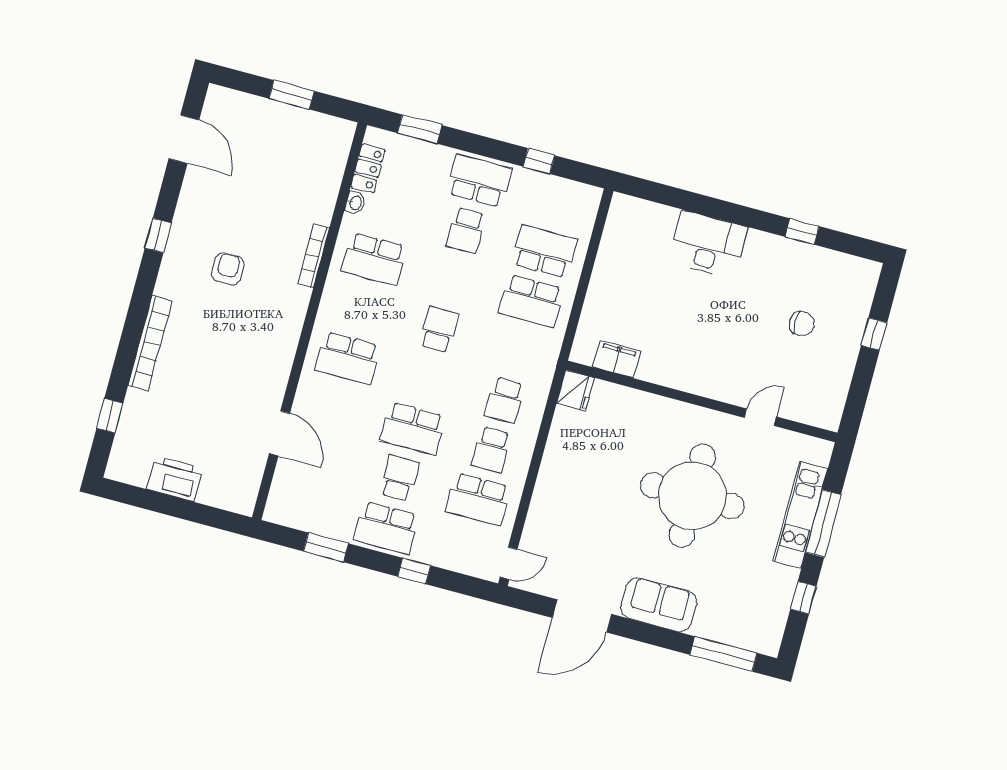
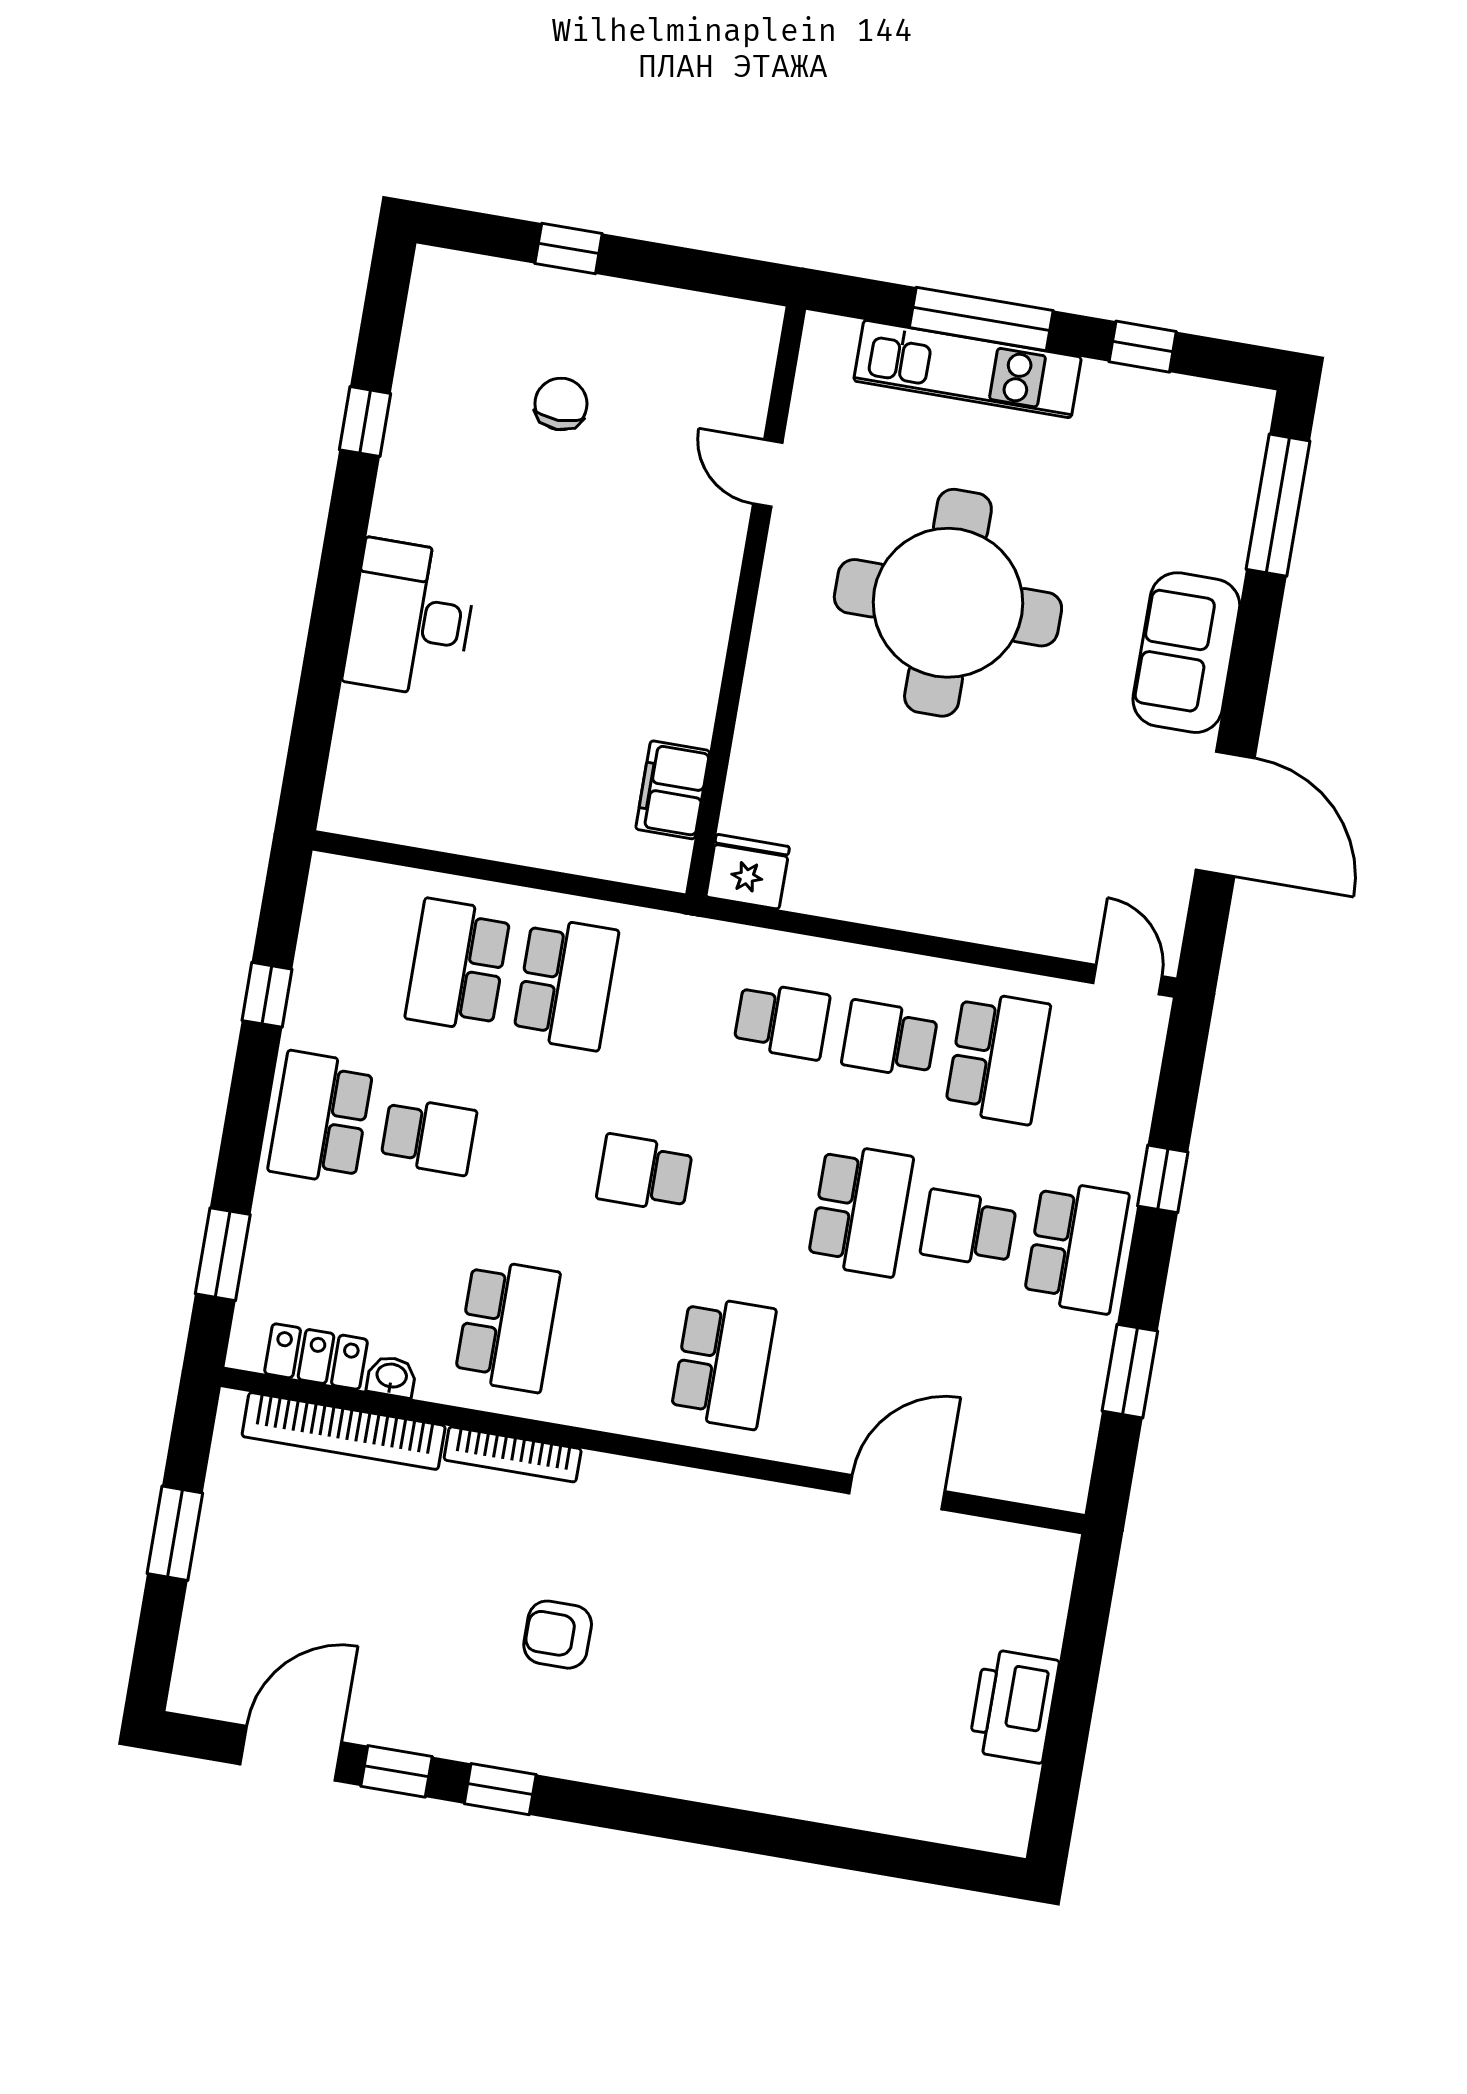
bookcase: (150, 343) -> (344, 1431), moved, turned 180
window: (110, 416) -> (396, 1771), moved
school desk: (491, 450) -> (890, 1039), turned 180

